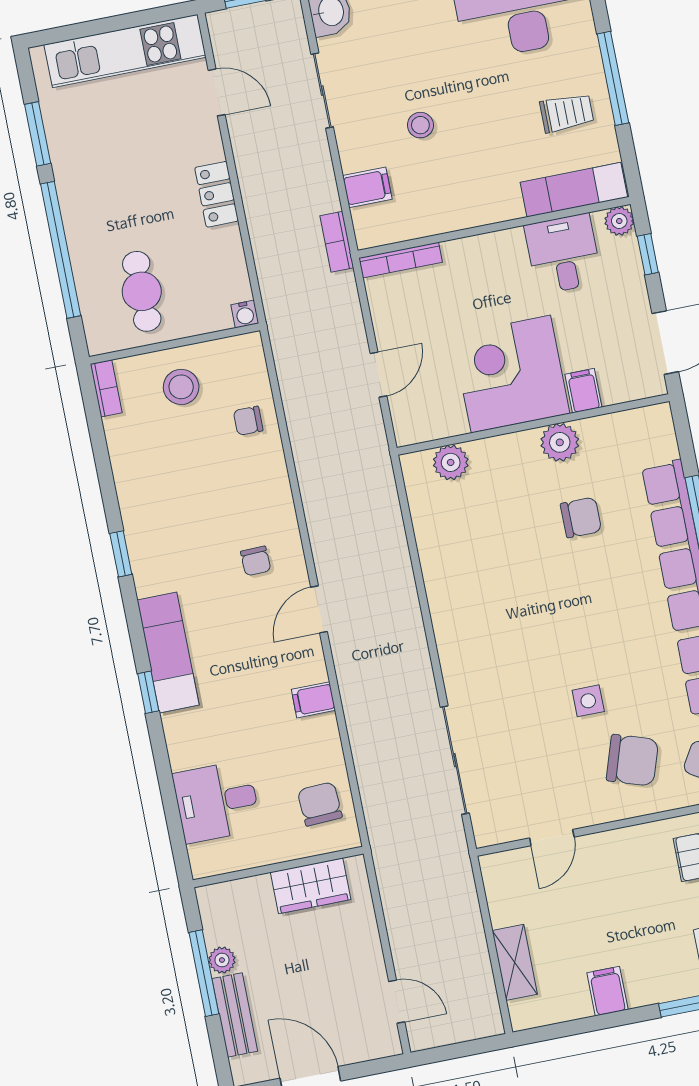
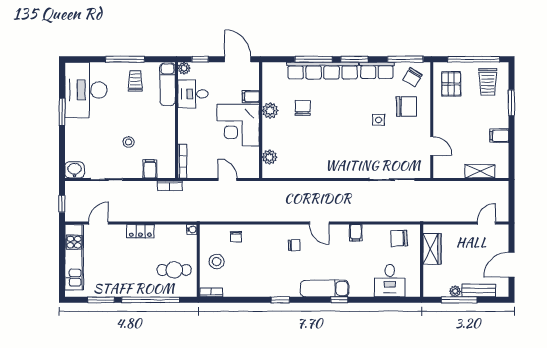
chair: (632, 760) -> (406, 107), turned 72

